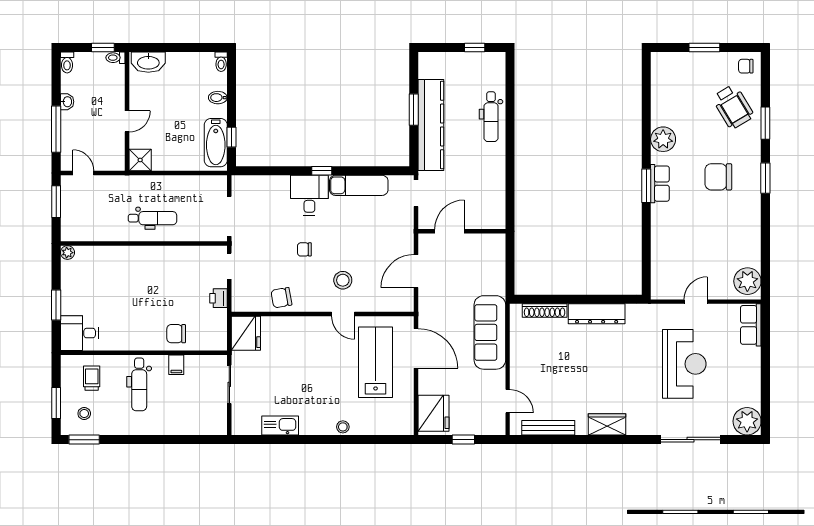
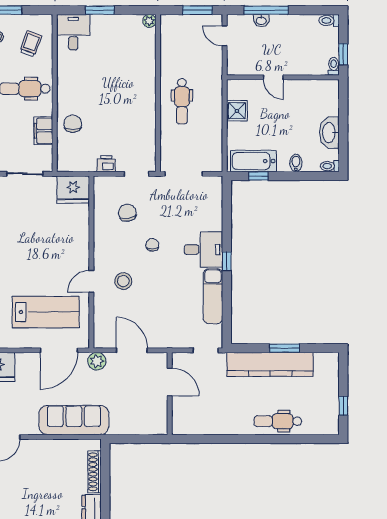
washbasin: (148, 62) -> (329, 133), moved
washbasin: (67, 102) -> (261, 20), moved
shower: (140, 160) -> (237, 111), moved
door: (83, 173) -> (225, 36), swing flipped
chair: (281, 298) -> (127, 213), moved
plant: (428, 308) -> (97, 361), added
filing cabinet: (176, 365) -> (43, 131), width x2.00
trolley: (92, 378) -> (31, 44), turned -70

